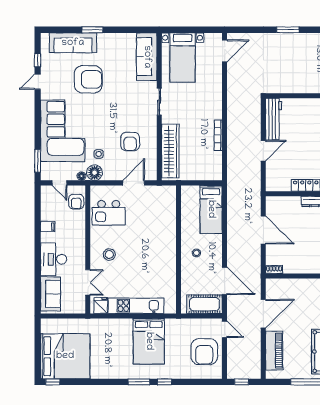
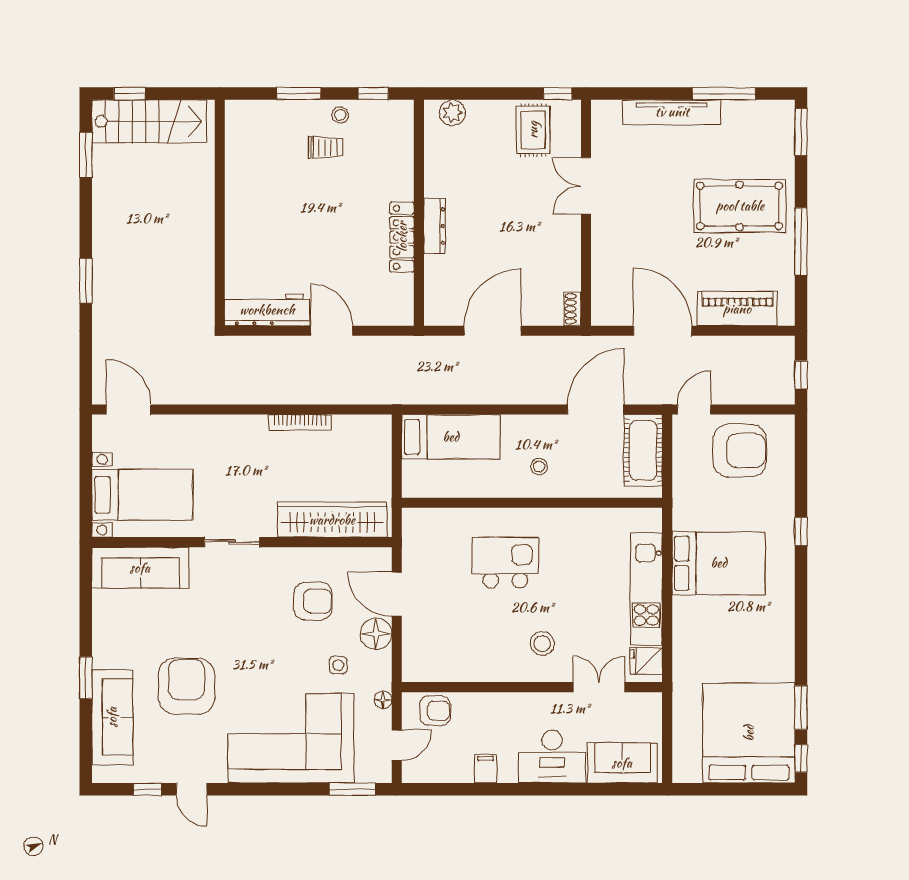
floor lamp: (95, 173) -> (376, 634), moved
kitchen island: (109, 213) -> (505, 563), moved, turned -90
window: (139, 382) -> (801, 708), moved

